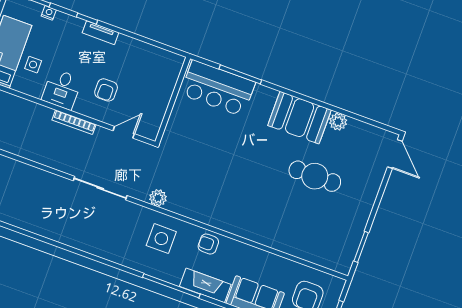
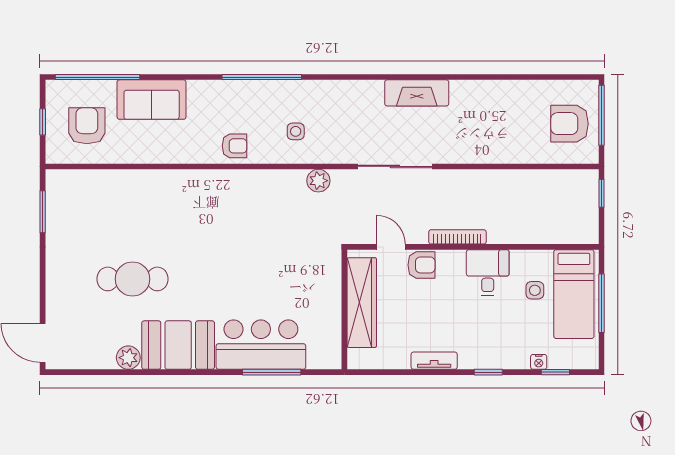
tv unit: (100, 33) -> (434, 361), moved
bar counter: (218, 88) -> (261, 345), moved
armchair: (106, 90) -> (421, 265), moved, turned 90
wardrobe: (159, 100) -> (362, 303), added
door: (124, 132) -> (391, 247), swing flipped
side table: (161, 239) -> (296, 131), width x0.54, depth x0.54
fireplace: (205, 285) -> (417, 93), moved

